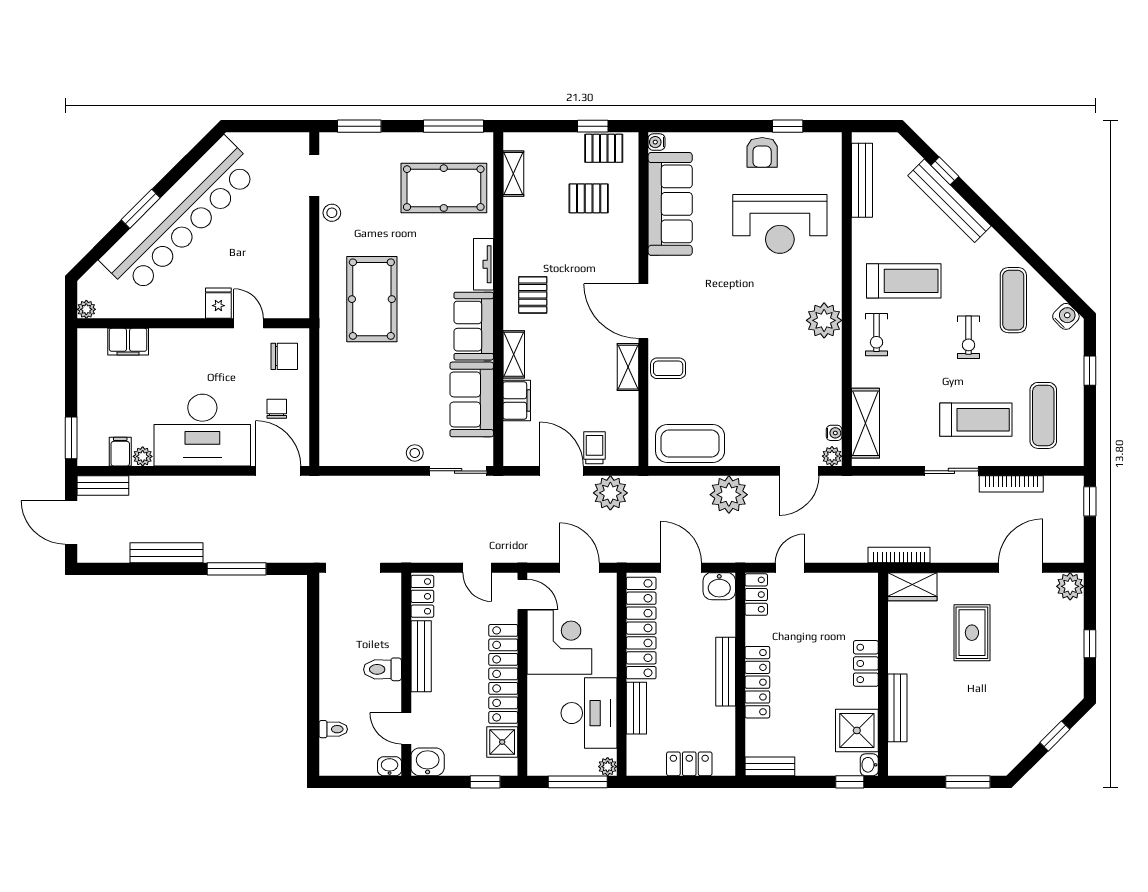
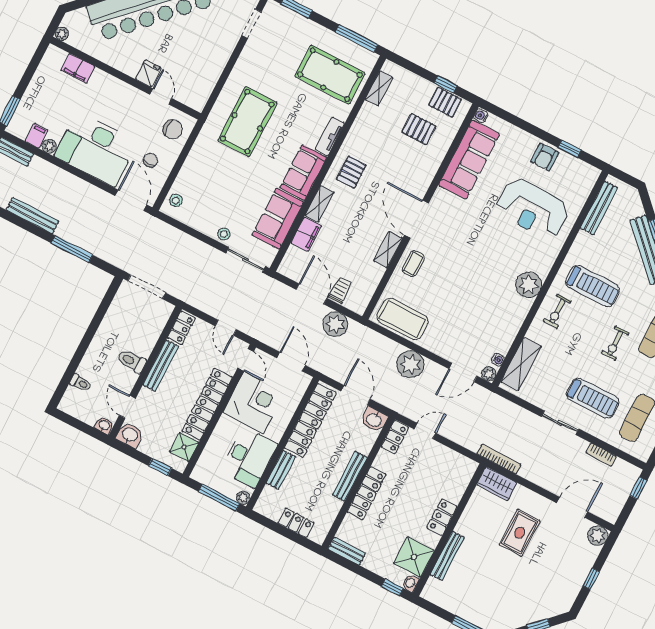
stool: (332, 213) -> (176, 200), moved
coffee table: (668, 368) -> (413, 264), turned 90
bookcase: (1011, 484) -> (601, 455), width x0.64

